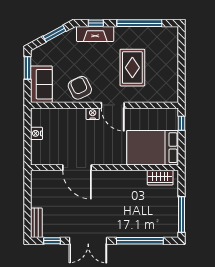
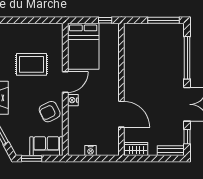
window: (182, 123) -> (105, 20), moved
bed: (153, 148) -> (83, 46), moved
door: (77, 168) -> (121, 114), hinge flipped
wardrobe: (160, 178) -> (136, 149), moved, turned -90

